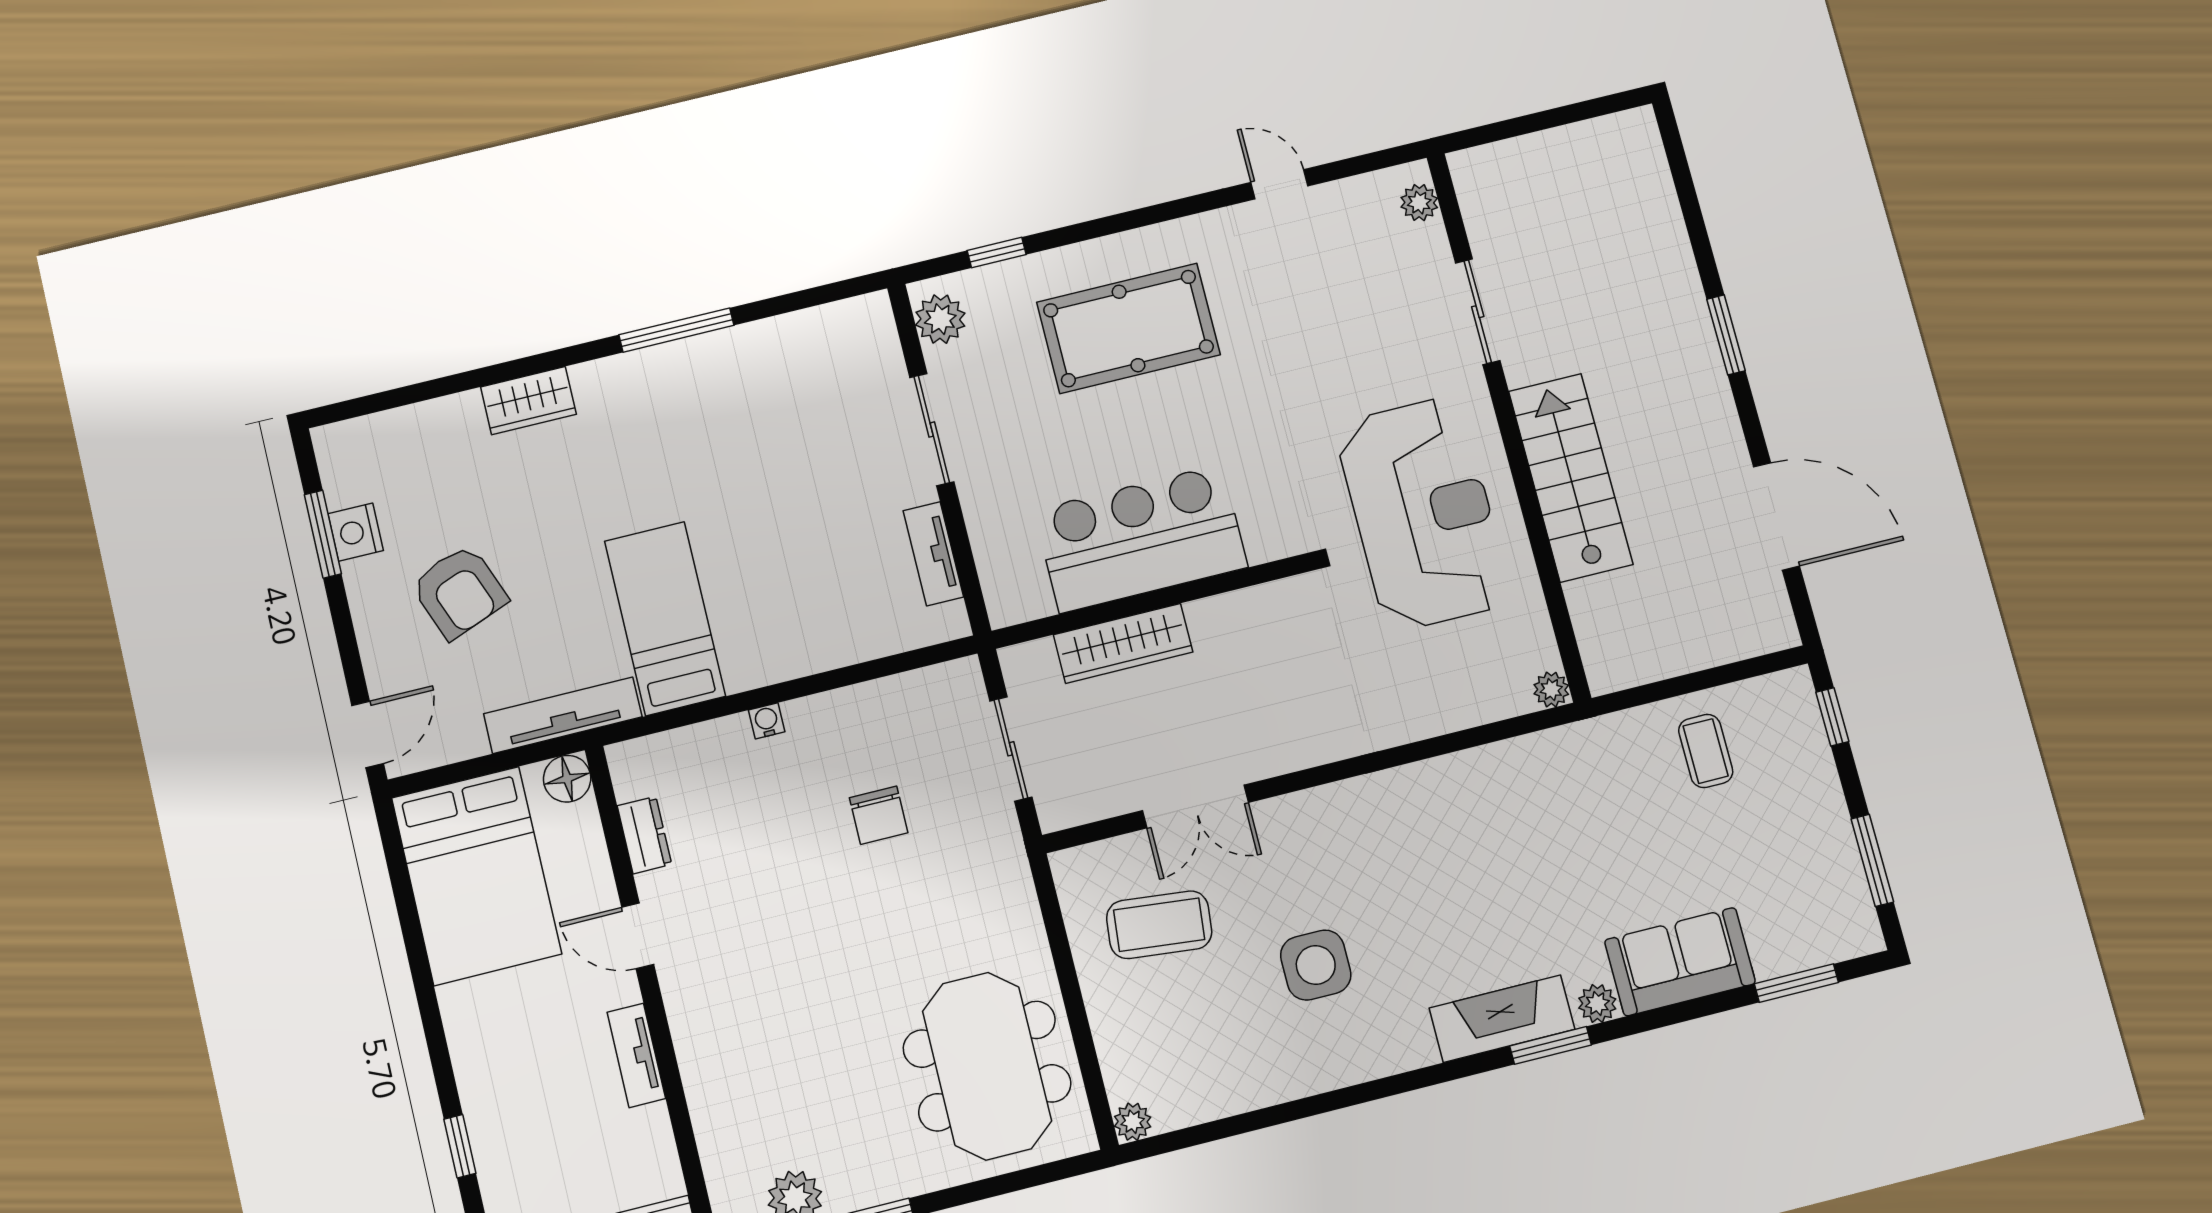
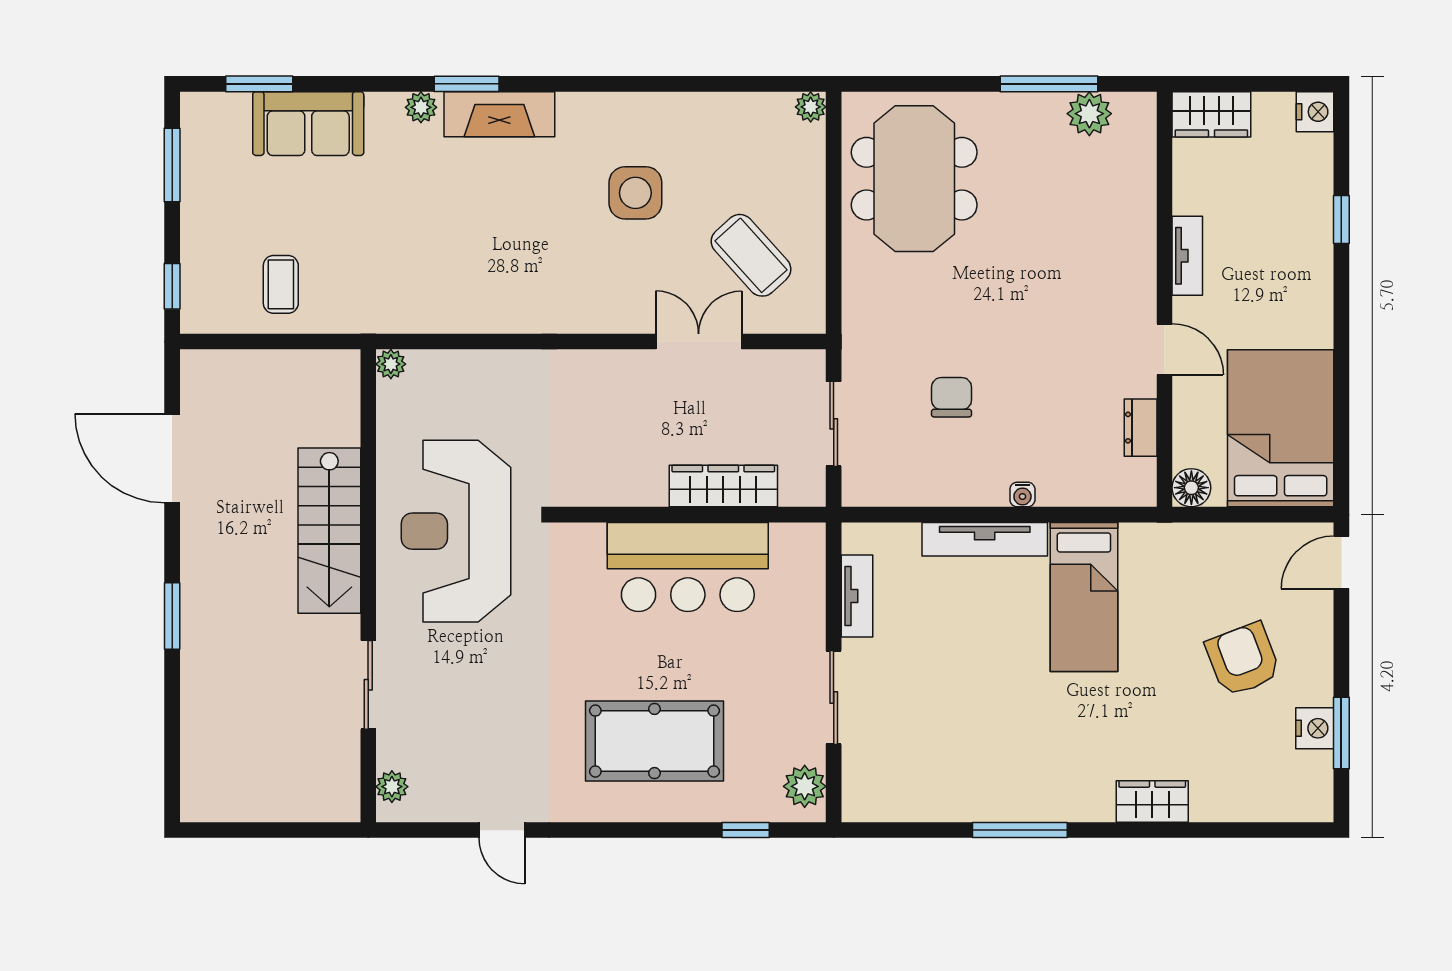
tv unit: (563, 715) -> (985, 539), moved
coffee table: (1159, 925) -> (751, 255), turned 42
sofa: (1680, 962) -> (308, 124), moved

